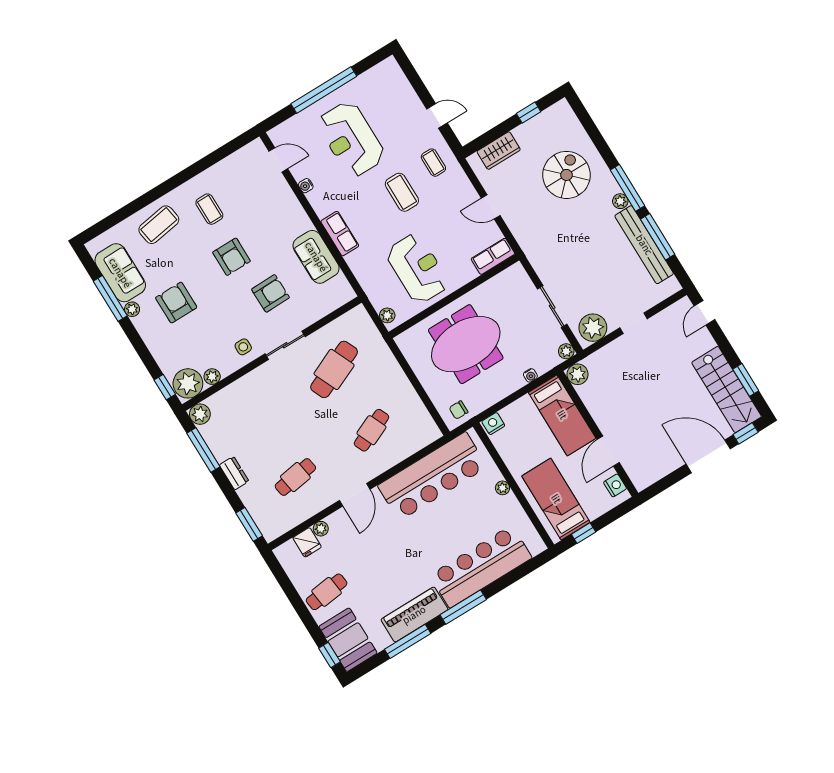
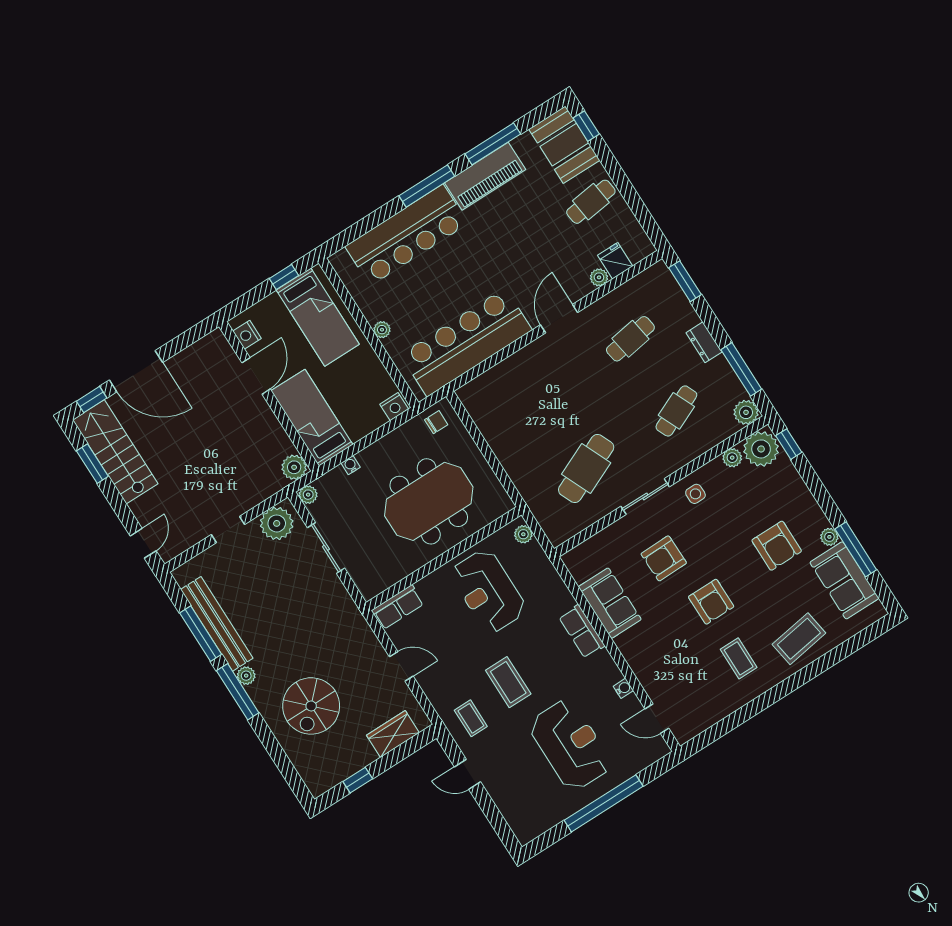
armchair: (232, 257) -> (711, 602), turned 180
cafe table: (371, 430) -> (676, 411), moved

